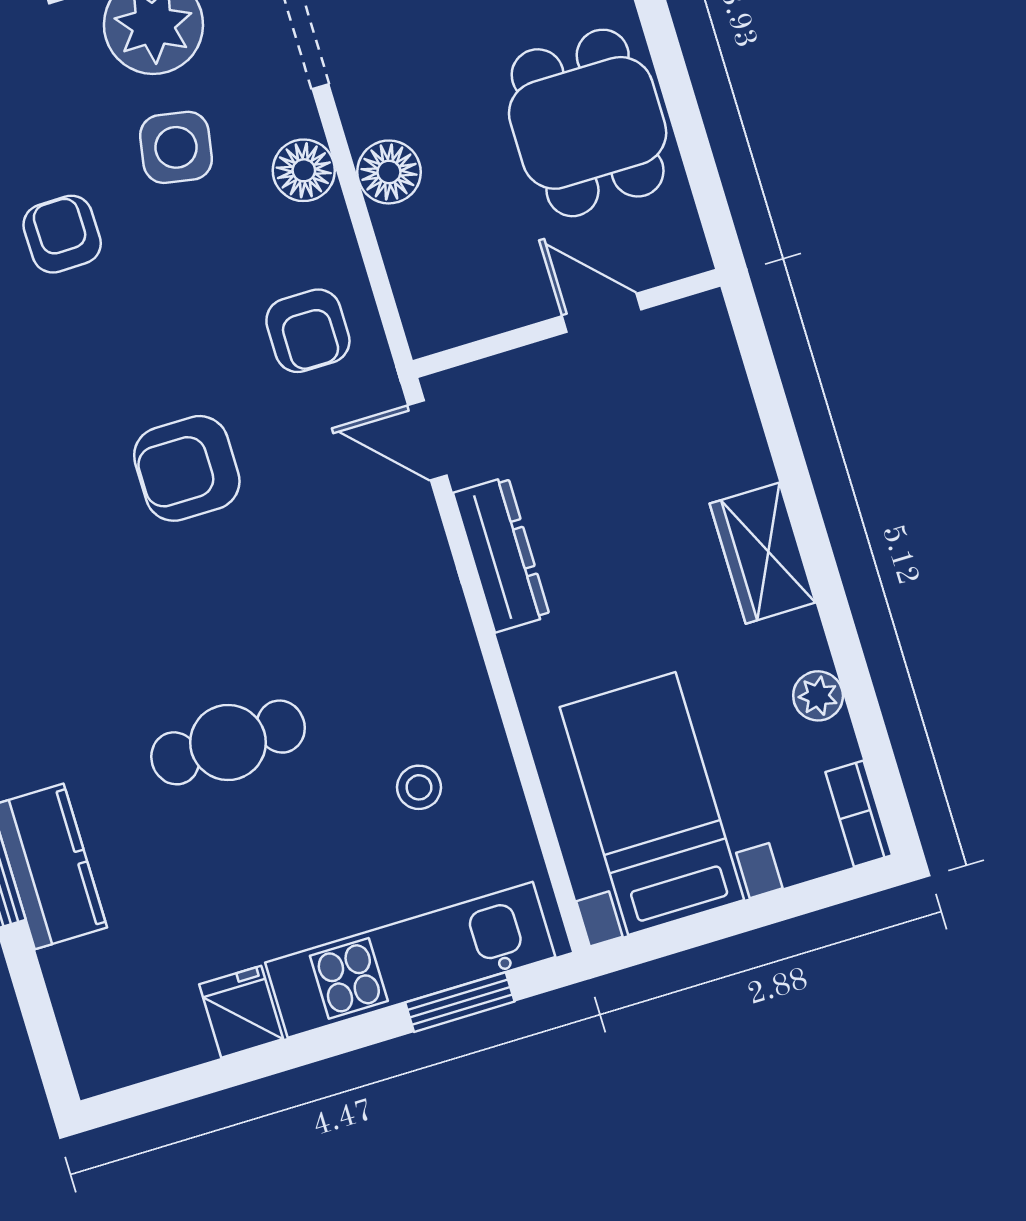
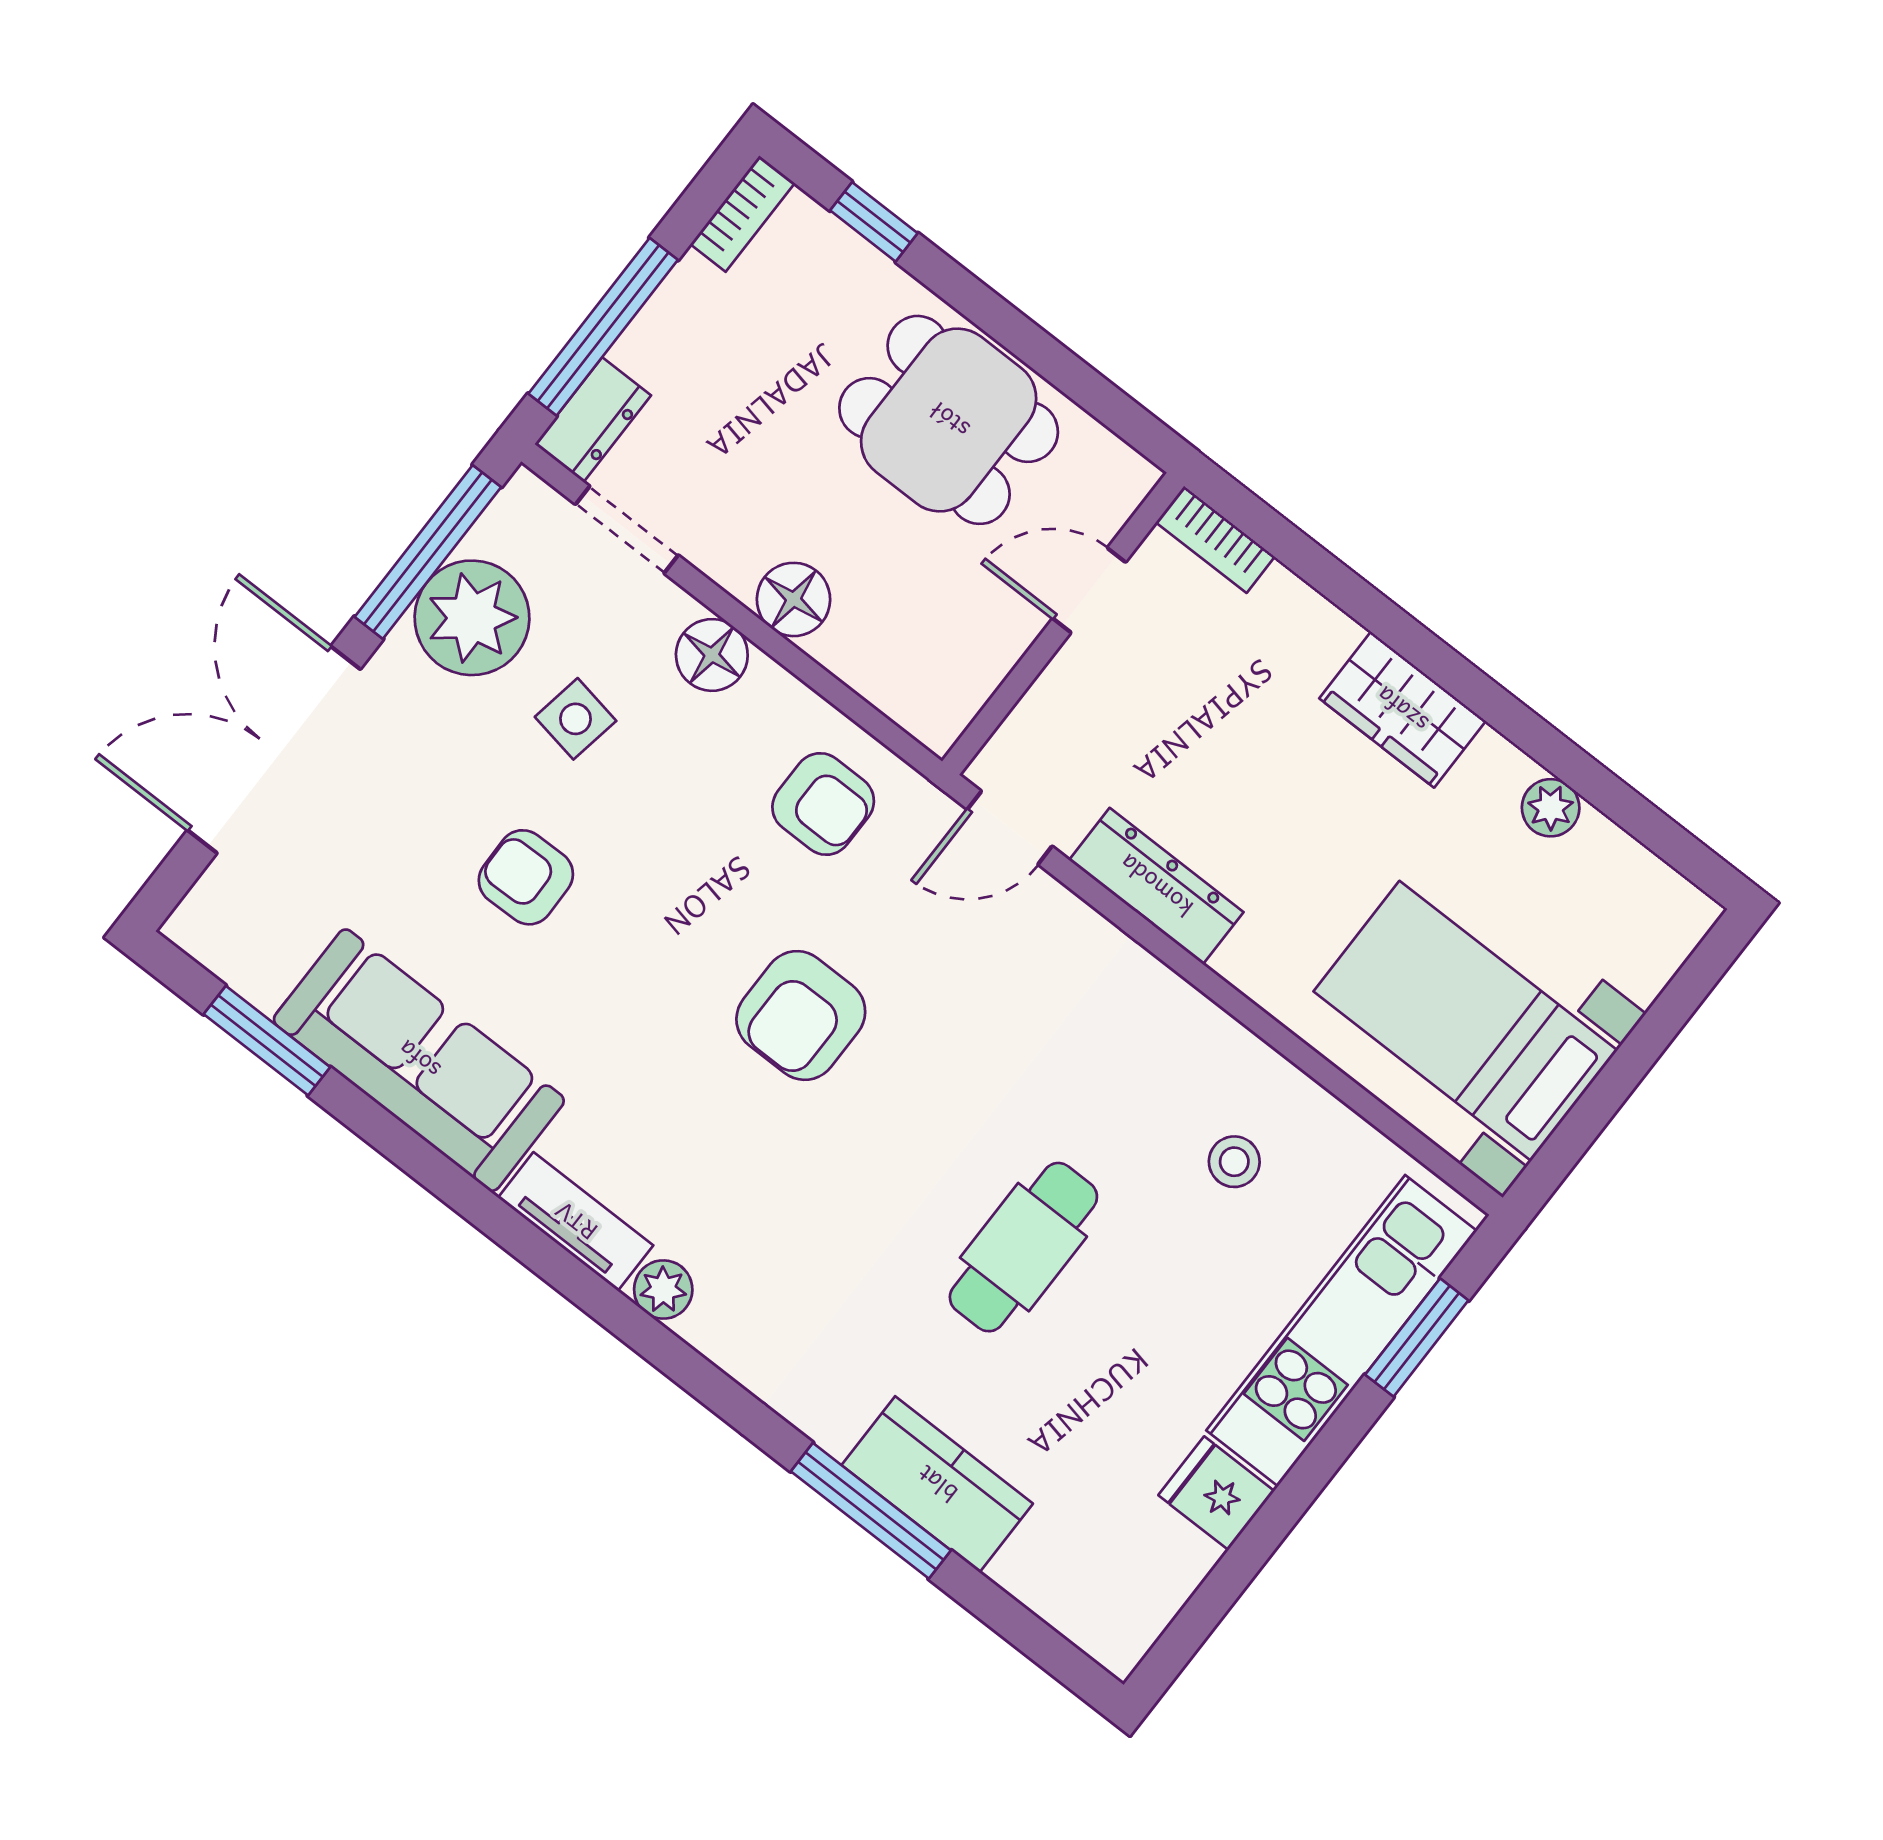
side table: (176, 147) -> (576, 719), width x0.73, depth x0.73
bookcase: (859, 814) -> (1215, 540), moved

